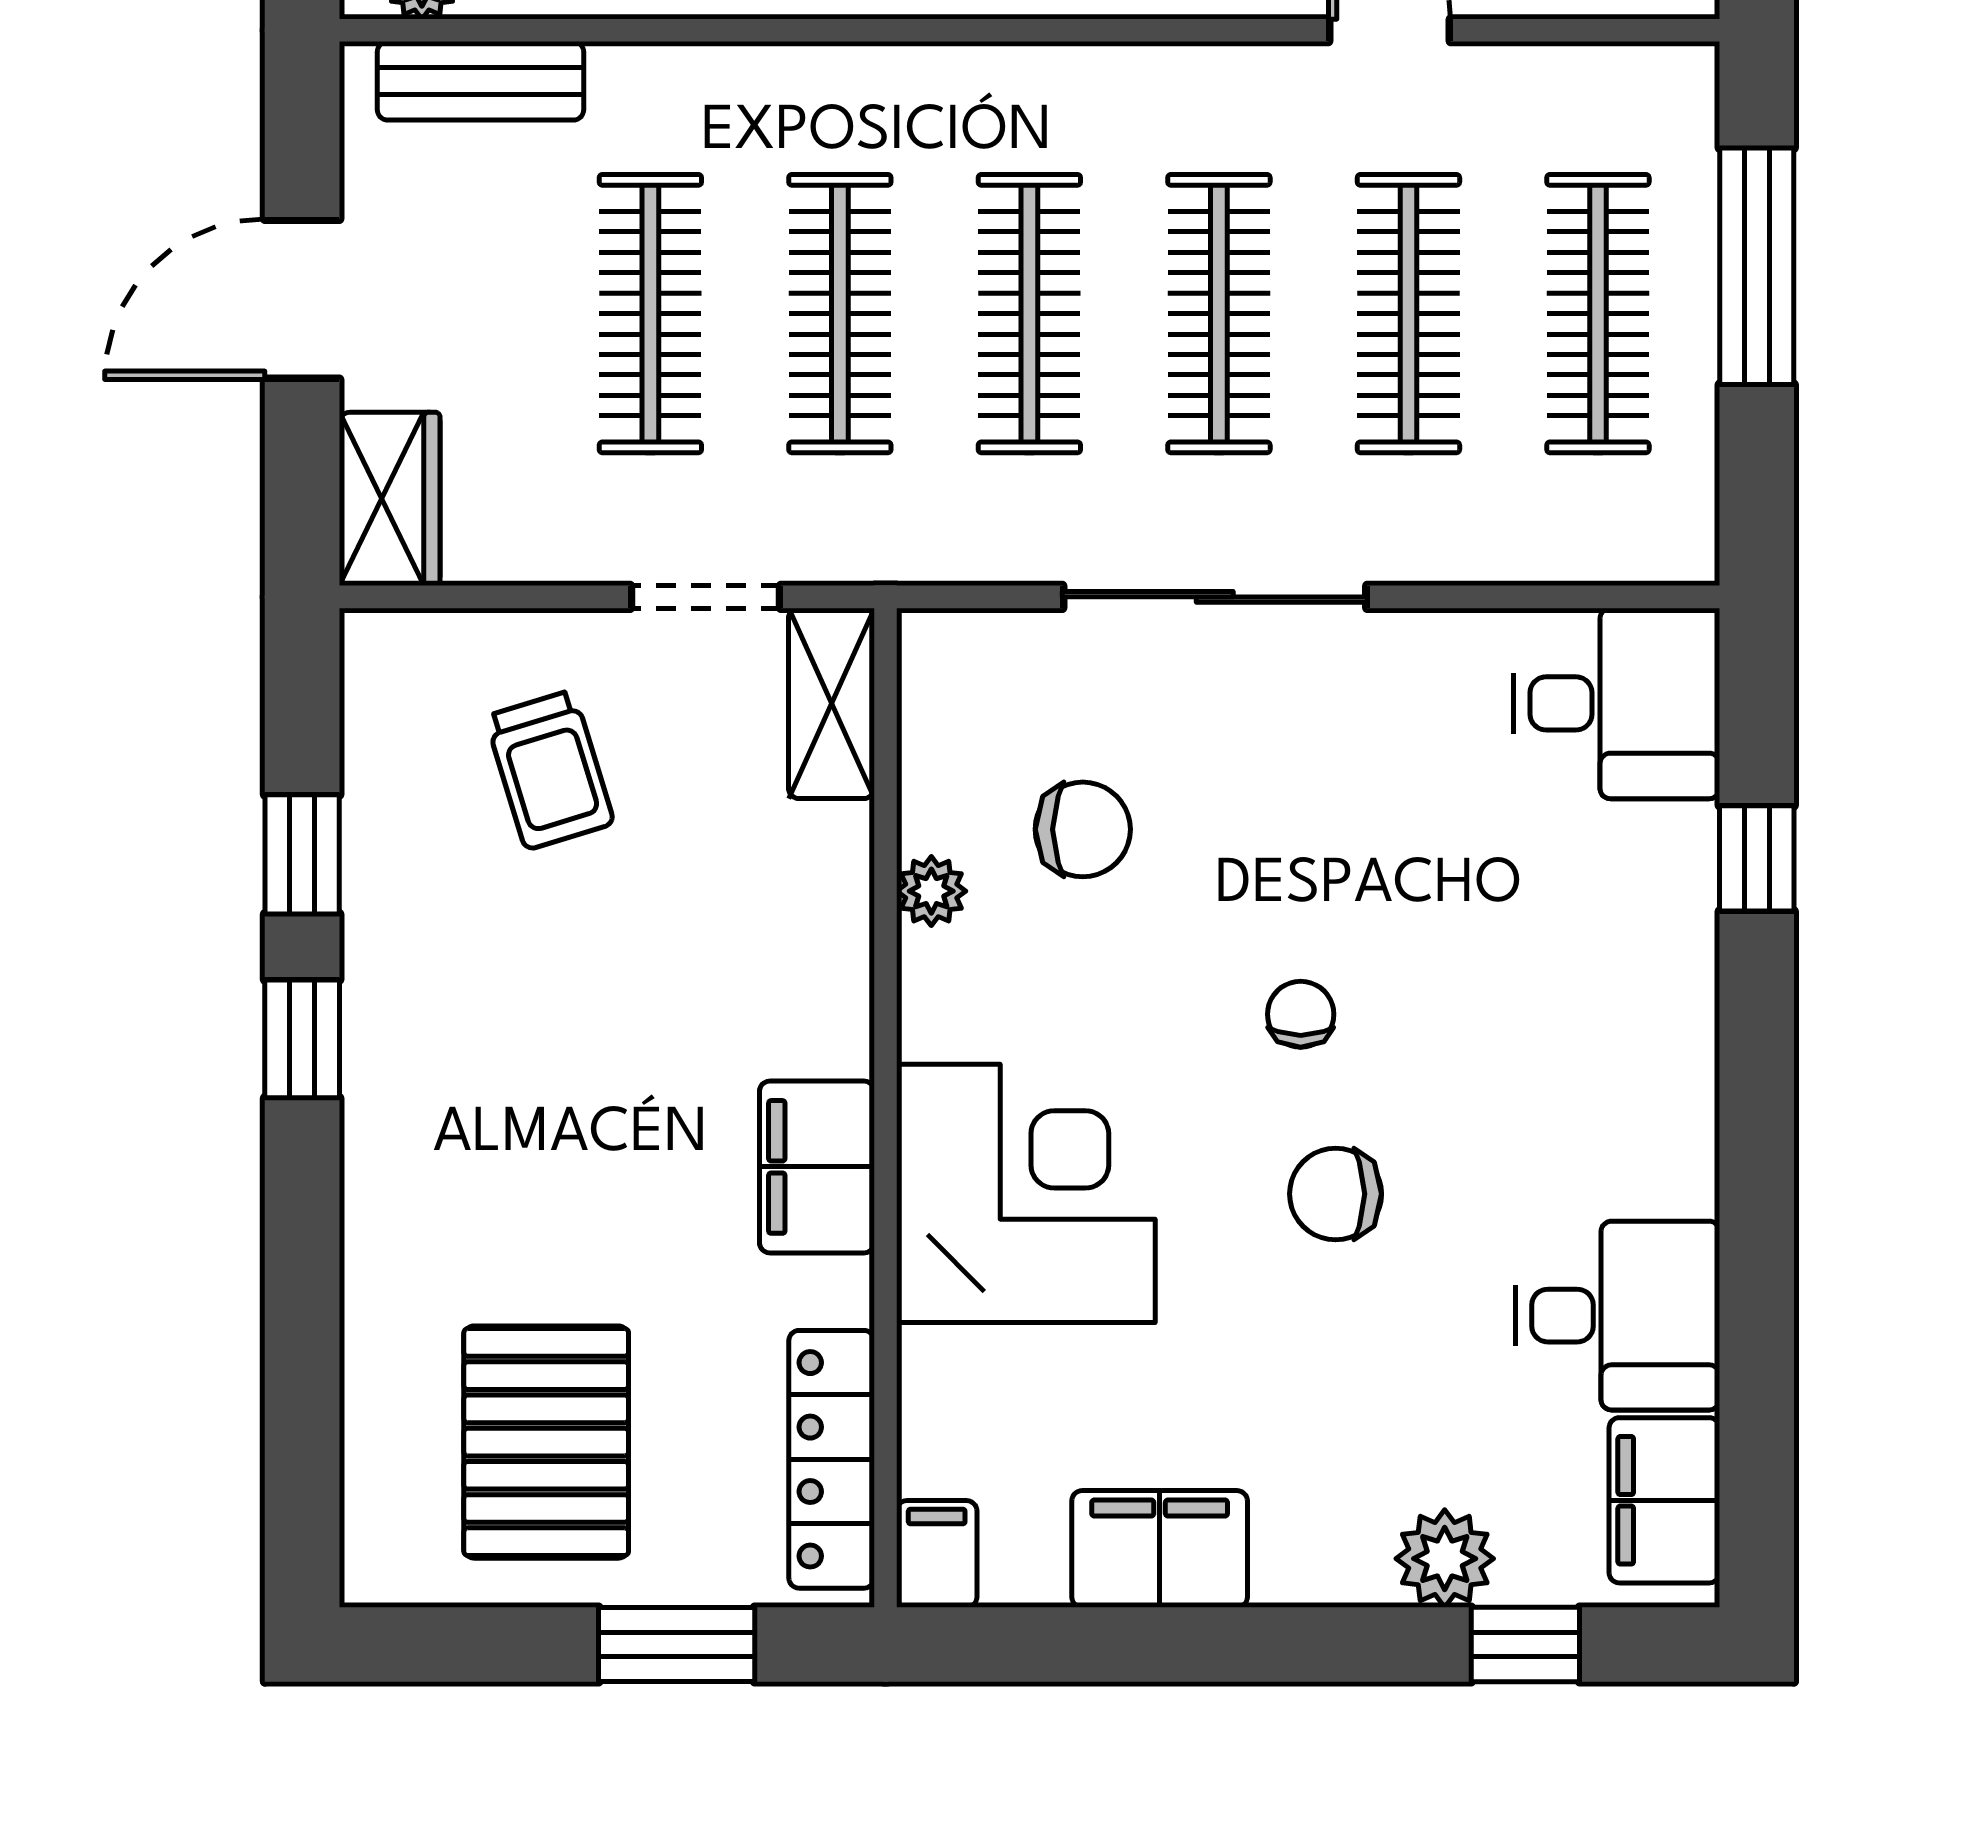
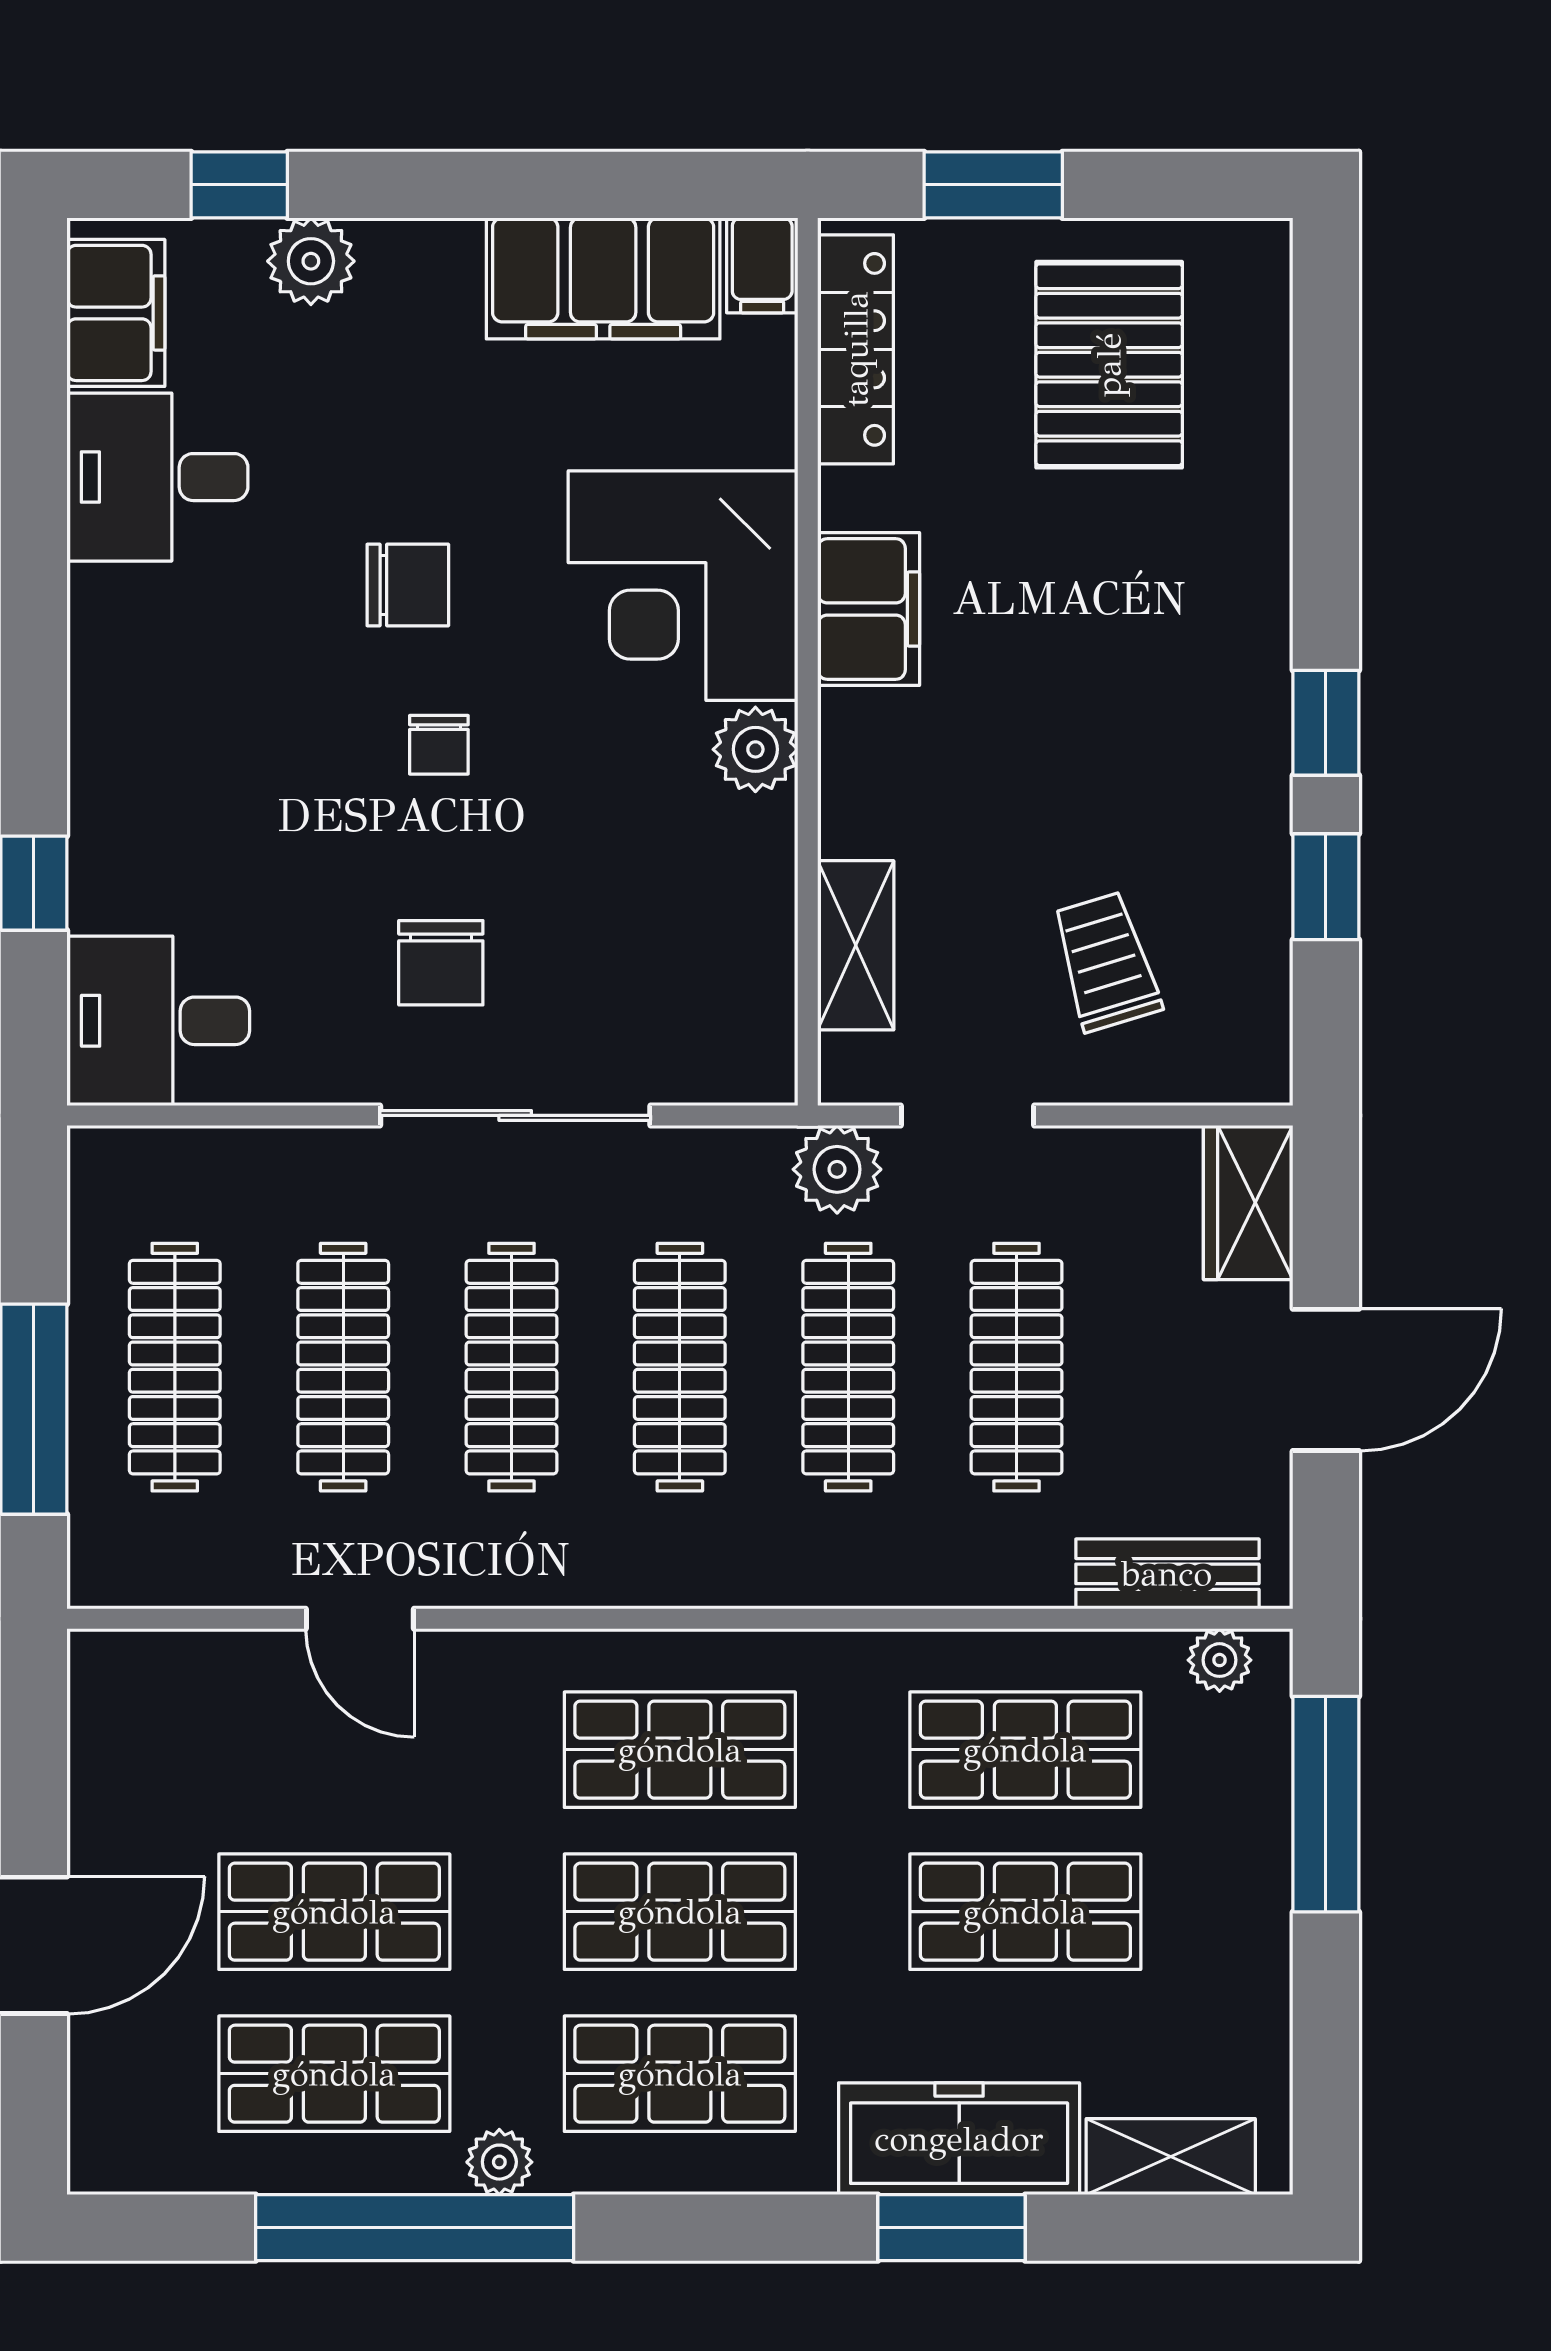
plant: (852, 536) -> (837, 1169), added
shelving: (831, 703) -> (856, 945), moved
chair: (1083, 829) -> (441, 963), moved, turned -90
plant: (931, 891) -> (755, 749), moved, width x1.38, depth x1.38
filing cabinet: (1160, 1549) -> (603, 278), width x1.50, depth x1.17

